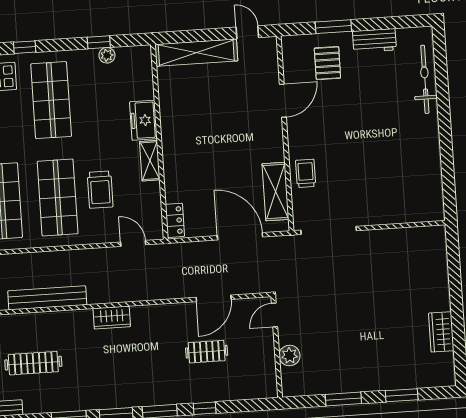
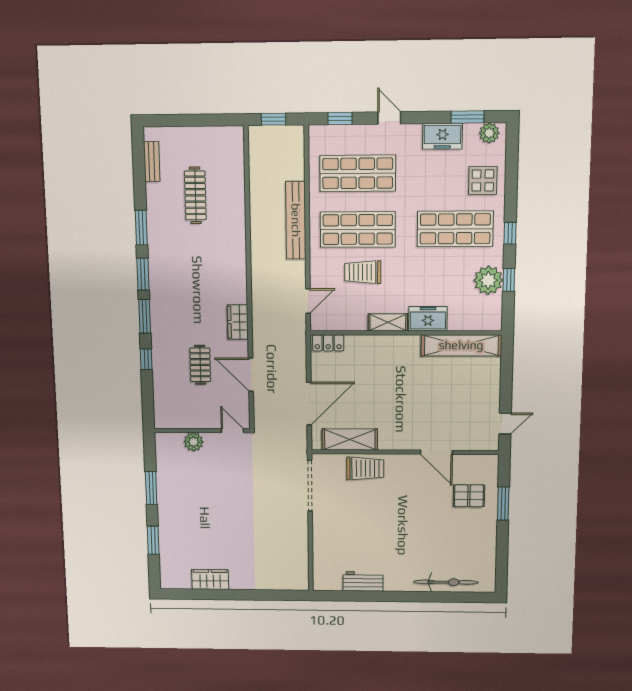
workbench: (374, 41) -> (363, 581), moved, turned 90
window: (25, 47) -> (510, 233), moved
shelving: (196, 53) -> (461, 345), moved, turned 90
plant: (107, 55) -> (488, 280), width x1.87, depth x1.87
trolley: (306, 173) -> (365, 468), width x1.36, depth x1.39
bench: (47, 298) -> (296, 220), moved
wardrobe: (112, 318) -> (238, 322), moved

